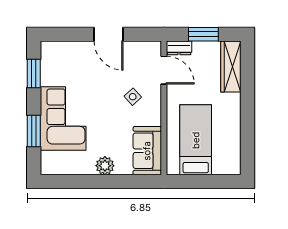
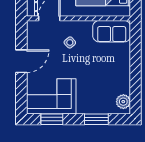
corner sofa: (63, 119) -> (51, 96), moved
plant: (105, 166) -> (123, 102), moved

